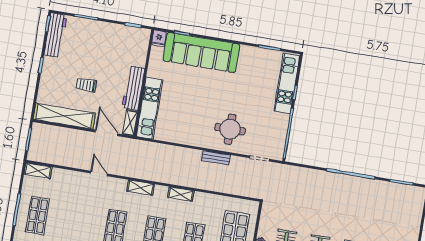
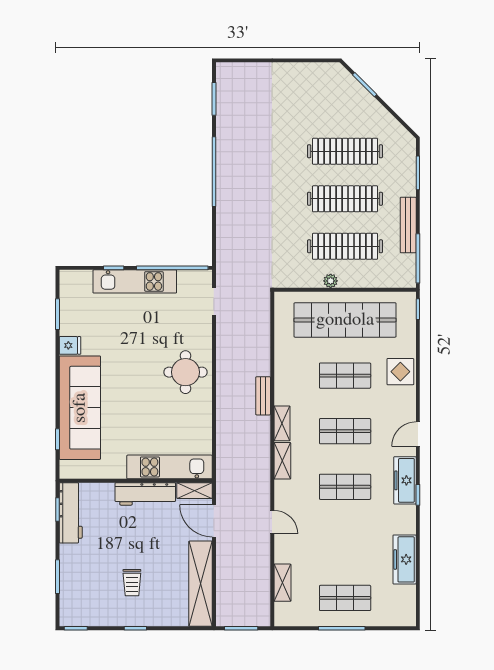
workbench: (55, 35) -> (71, 513), moved, turned 90
fridge: (159, 38) -> (70, 345), moved
kitchen unit: (287, 83) -> (135, 281), moved
trolley: (86, 85) -> (132, 583), moved
round table: (230, 129) -> (185, 372), moved
door: (107, 133) -> (214, 521), hinge flipped
bench: (216, 158) -> (263, 396), moved
shelving: (38, 171) -> (282, 583), moved
door: (99, 173) -> (272, 522), swing flipped
shelving: (181, 194) -> (282, 423), moved

